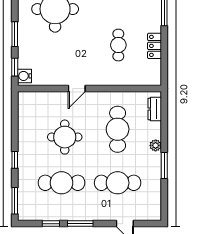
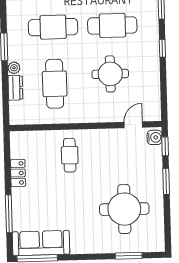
cafe table: (118, 45) -> (70, 155), moved
door: (77, 88) -> (133, 125), moved
dresser: (155, 109) -> (15, 88), moved

